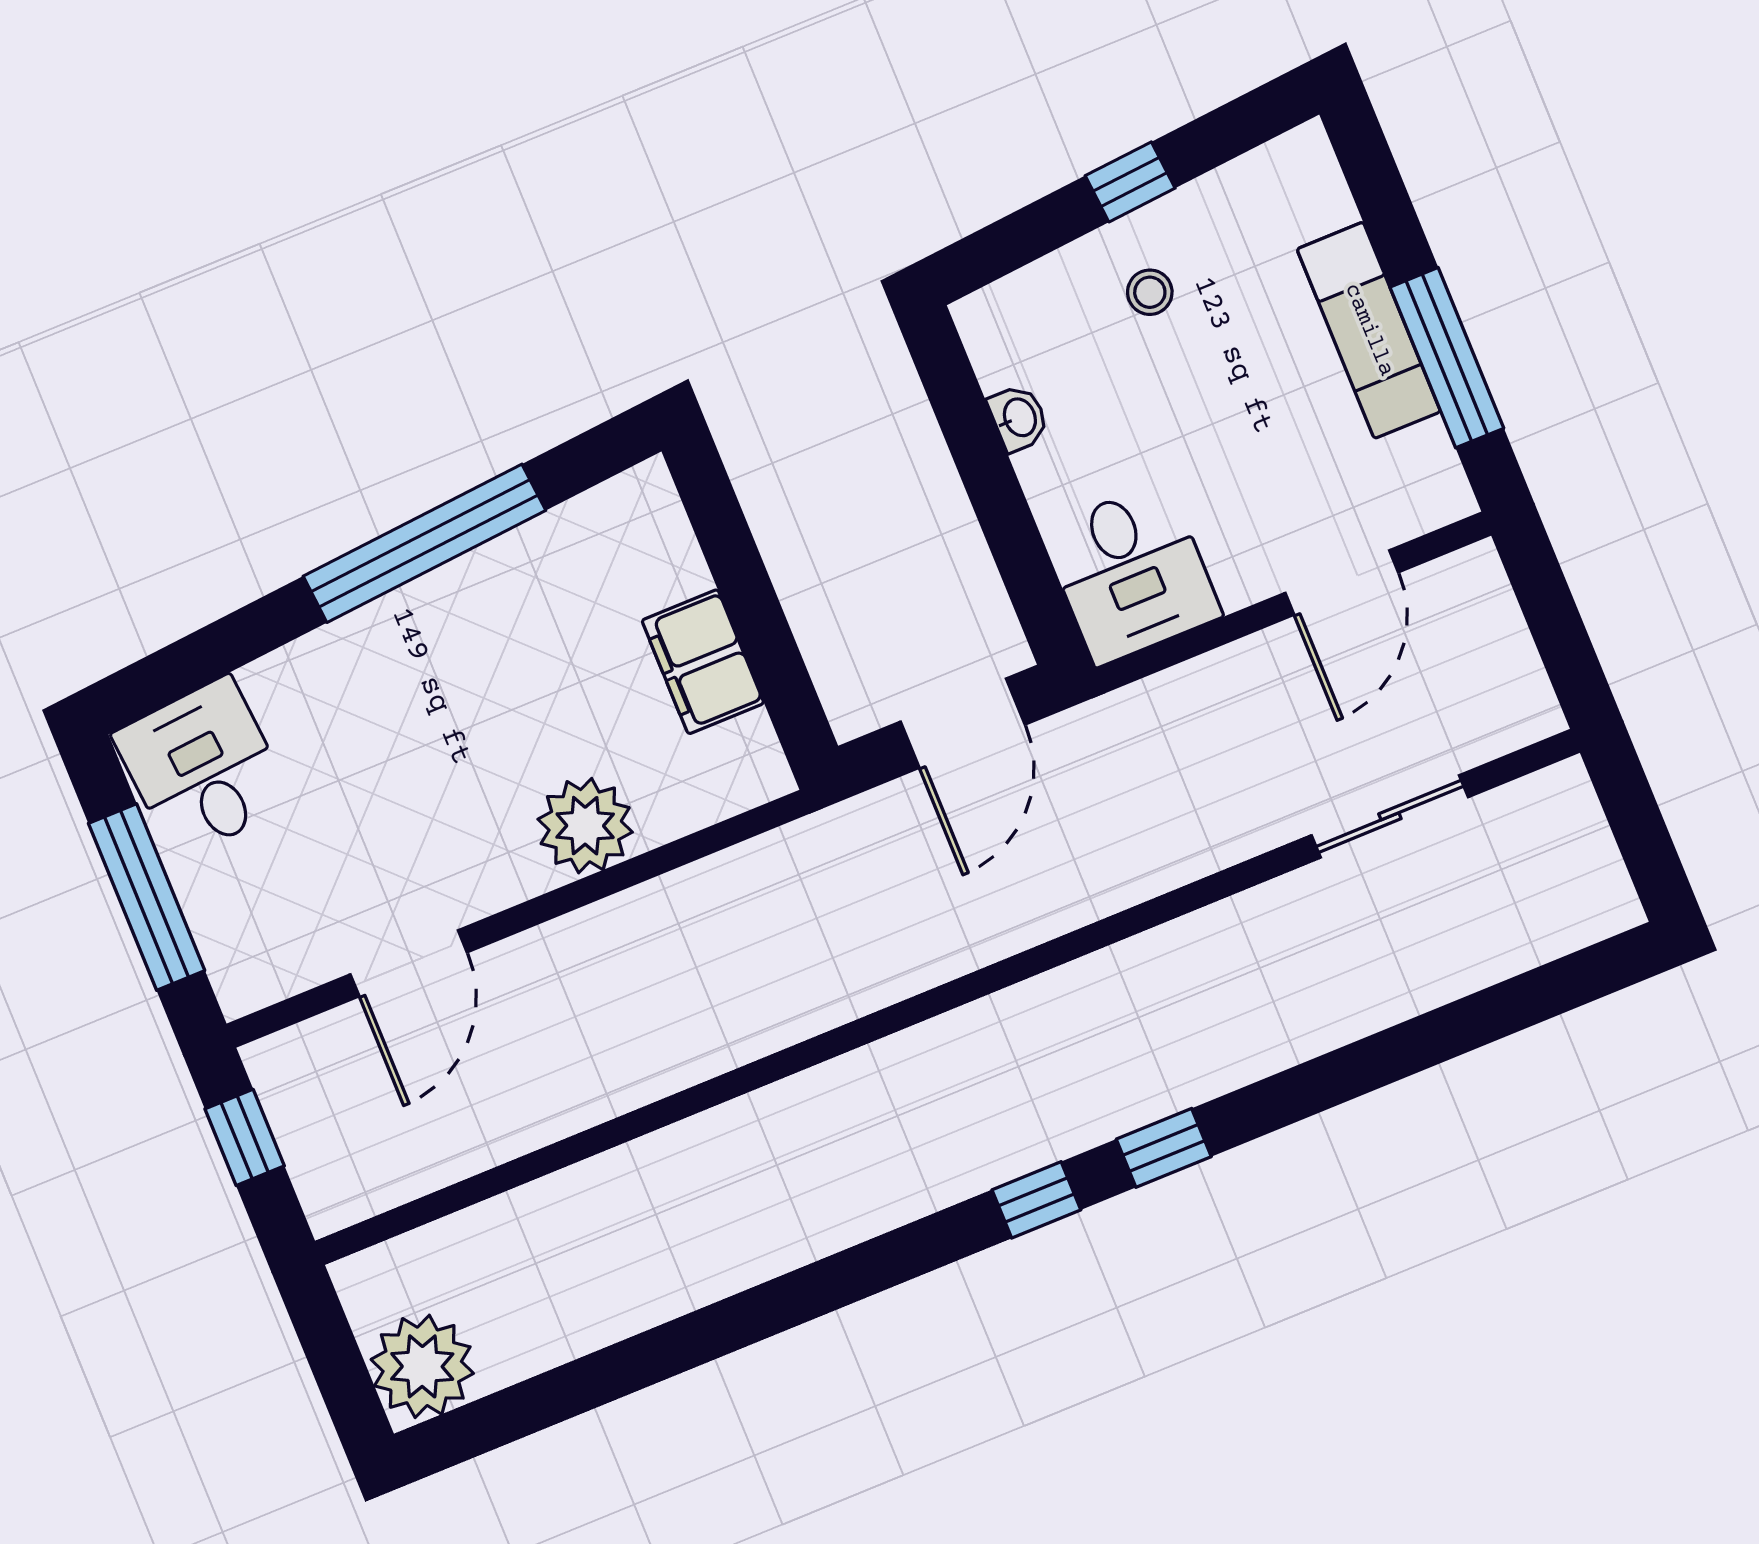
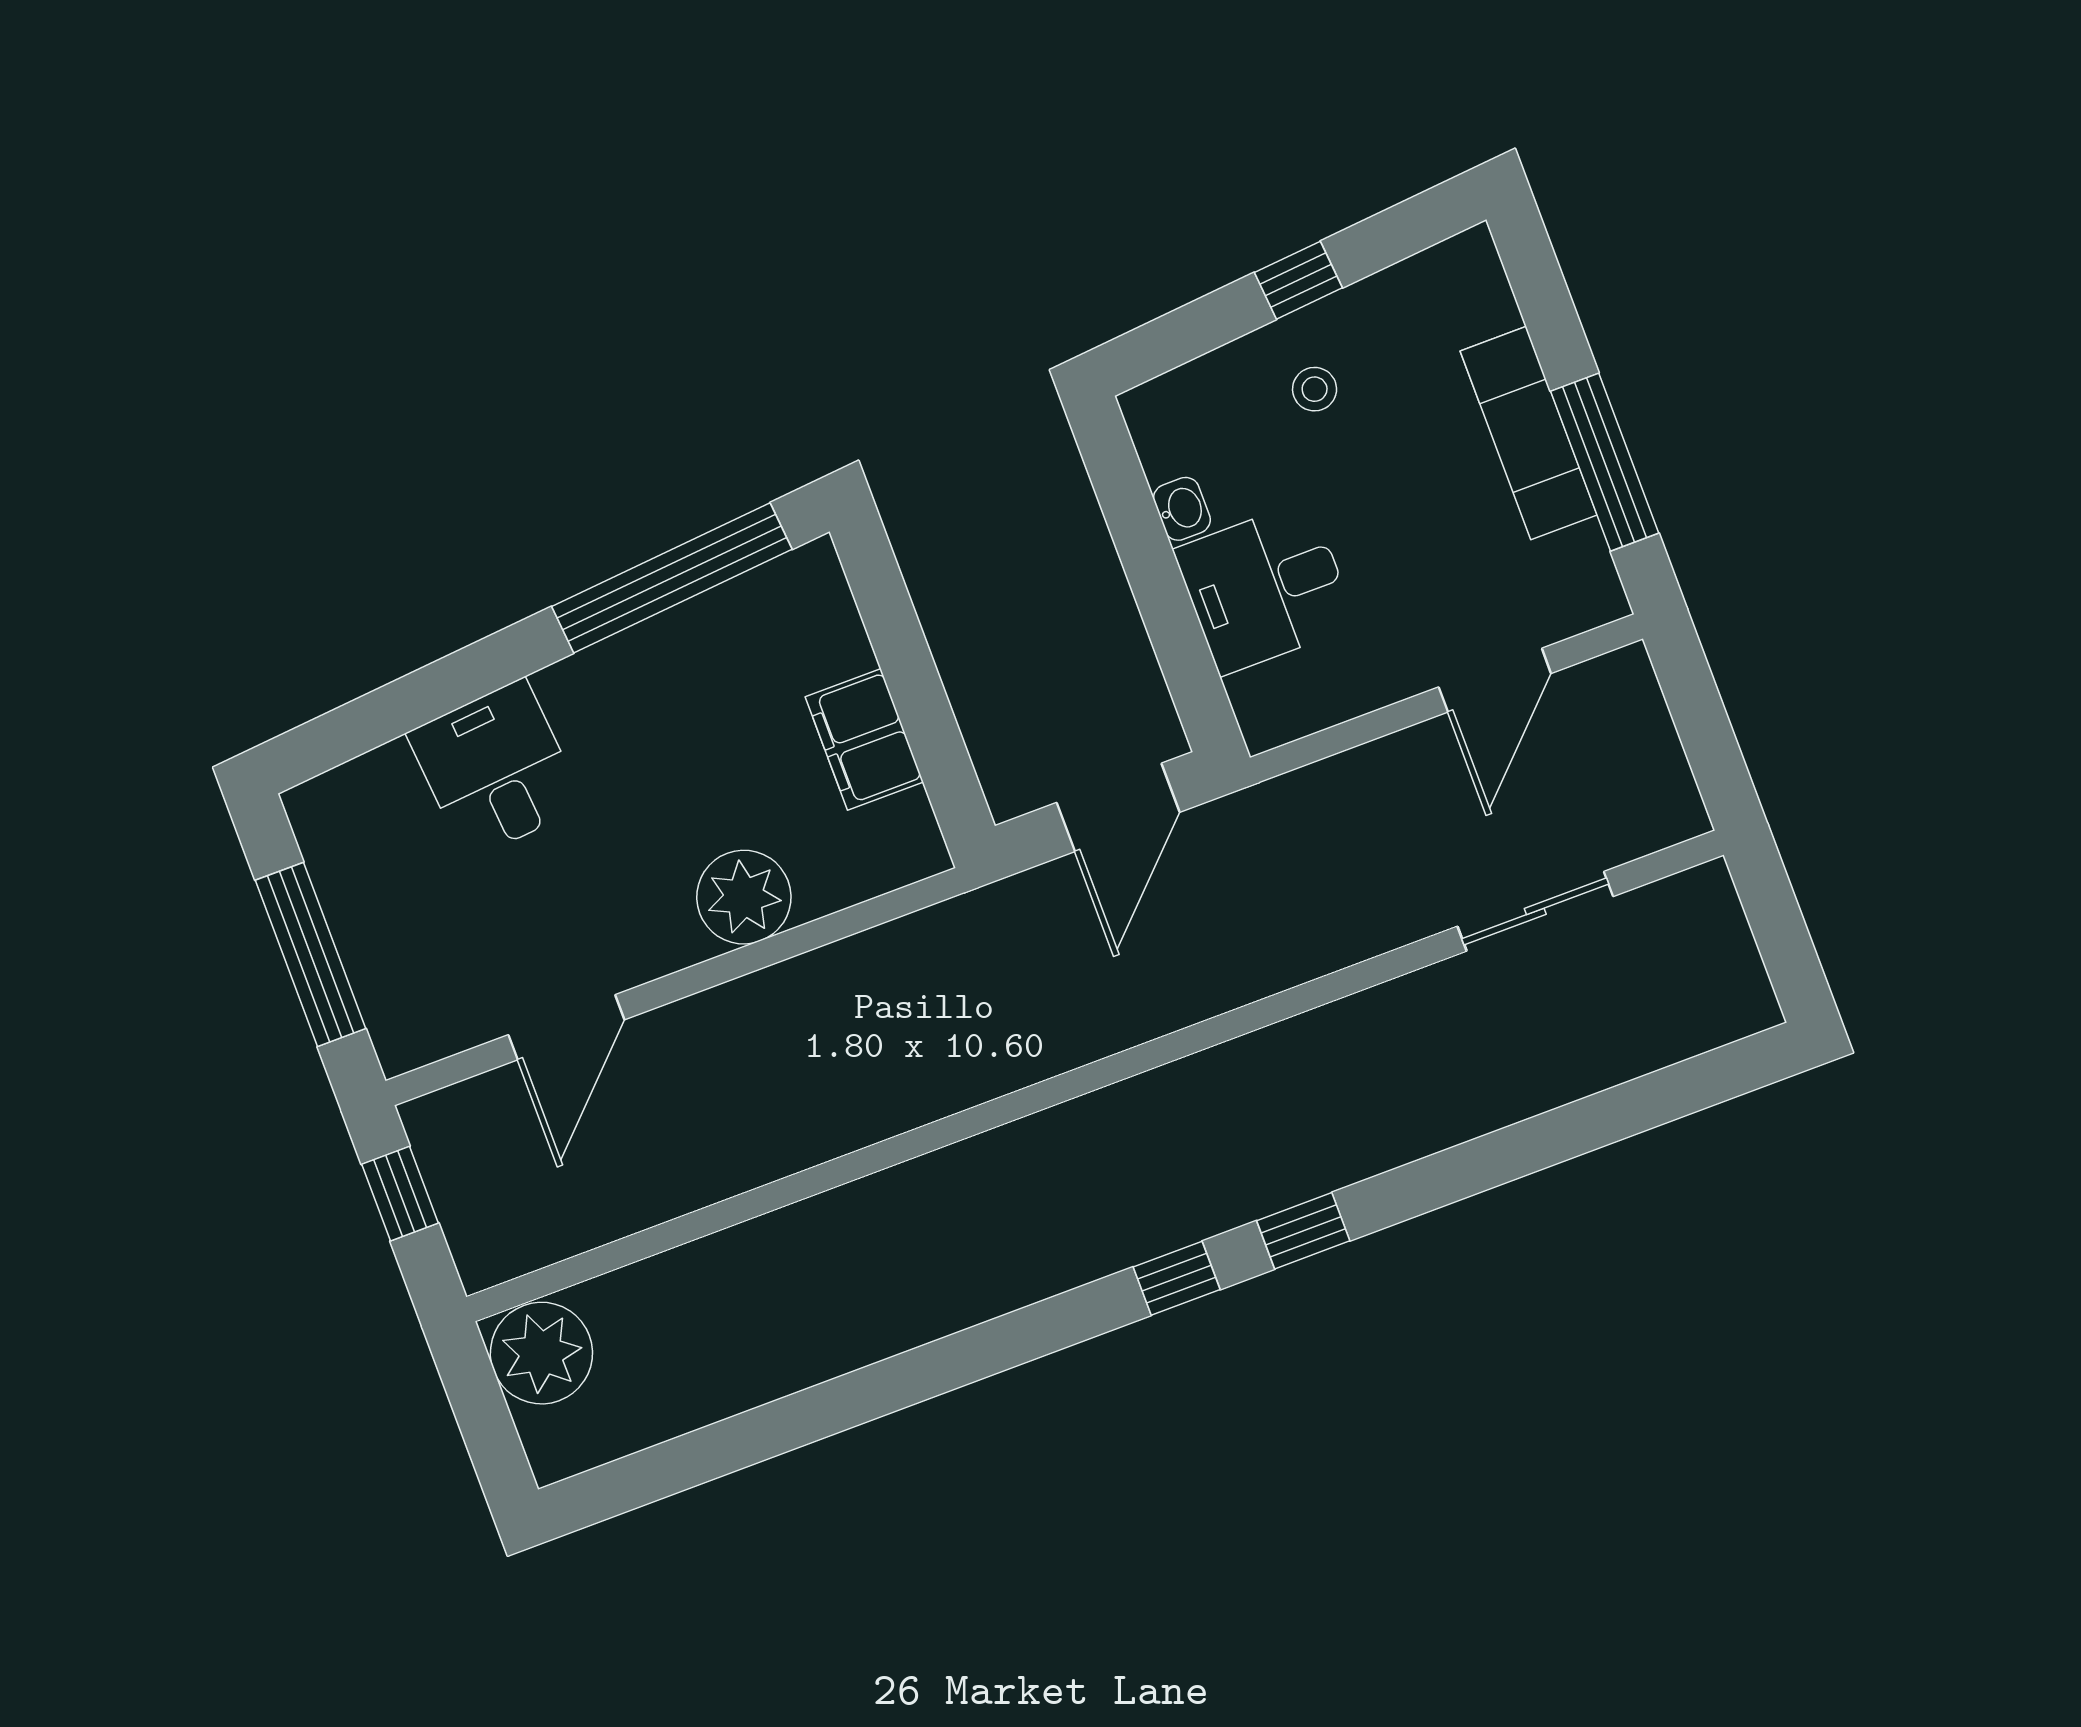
window: (424, 543) -> (672, 578), moved
desk: (1131, 573) -> (1265, 588), moved, turned 90
desk: (203, 768) -> (496, 769), moved
plant: (422, 1366) -> (541, 1353), moved

